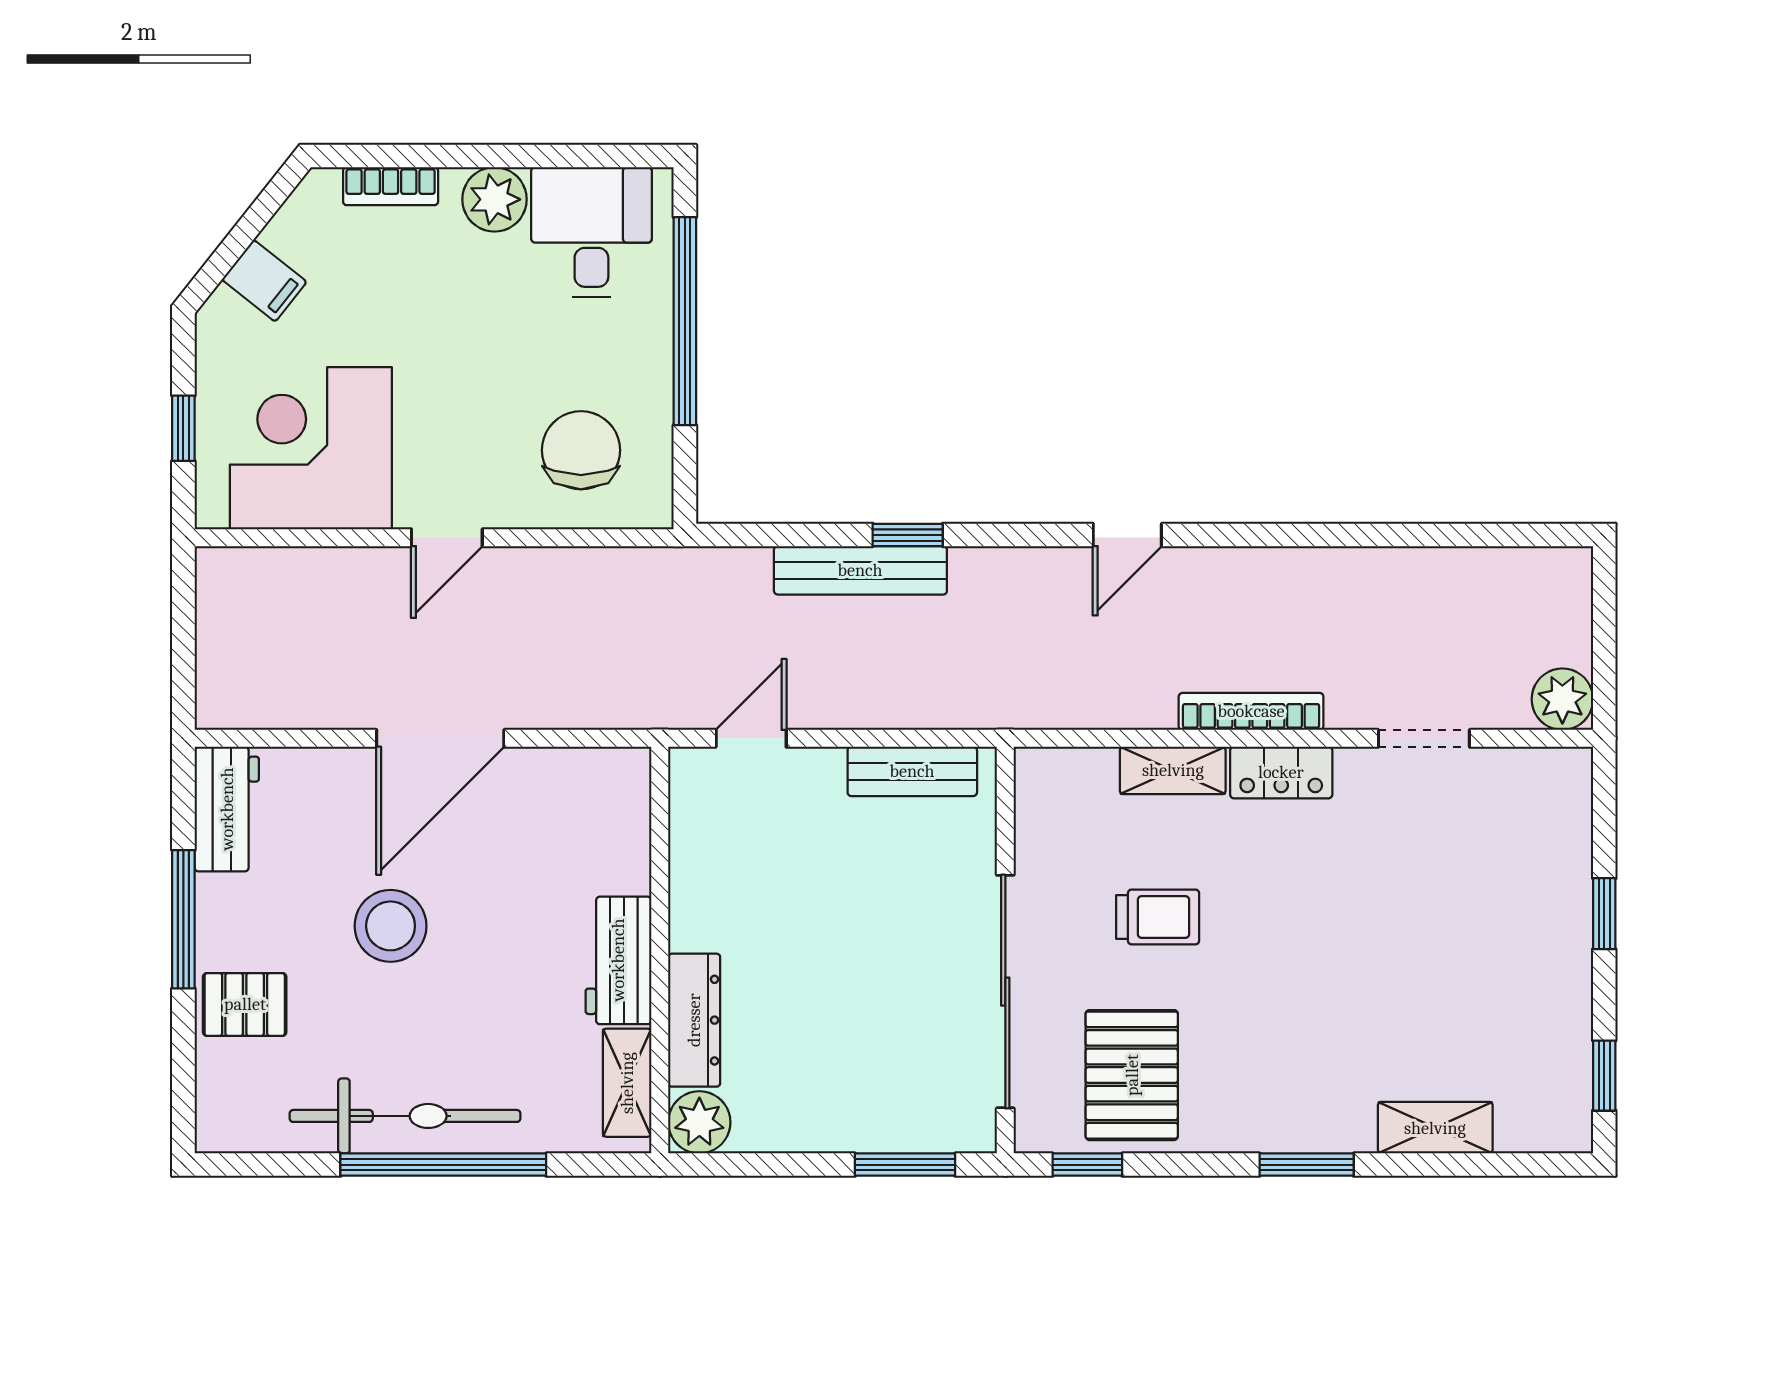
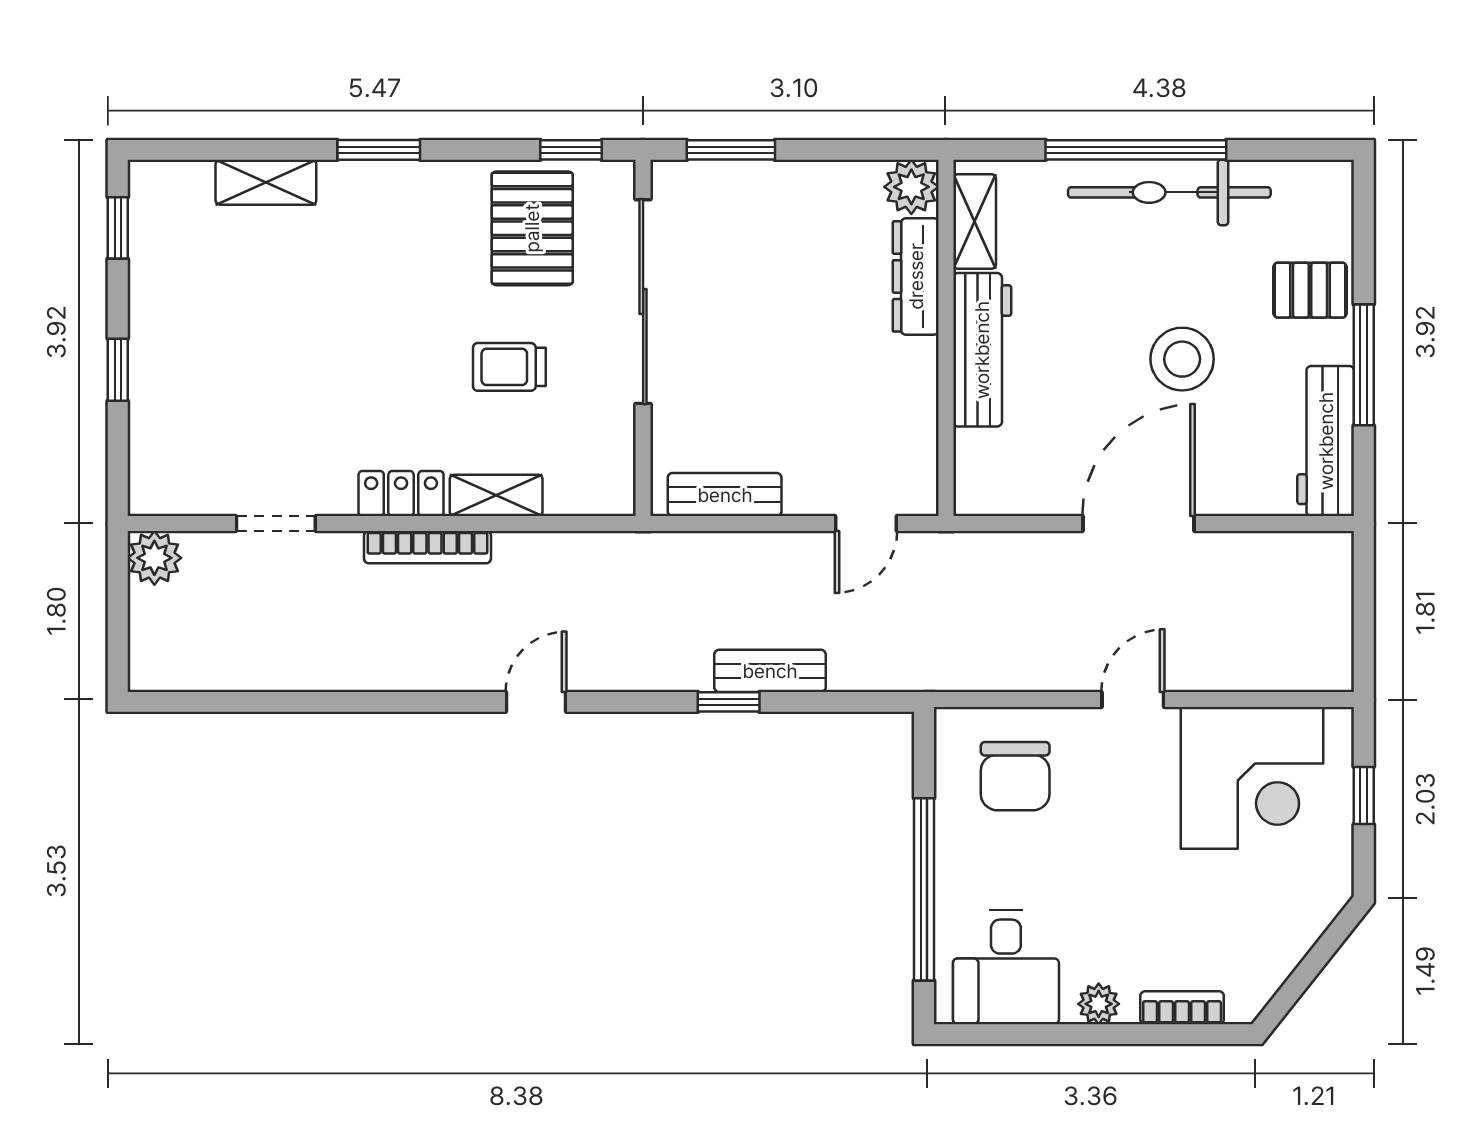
plant: (494, 199) -> (1099, 1004), width x0.73, depth x0.73
filing cabinet: (264, 281) -> (1293, 925), removed
bench: (860, 570) -> (770, 671), width x0.73
workbench: (227, 809) -> (1326, 441), width x1.38
workbench: (618, 960) -> (982, 350), width x1.38

